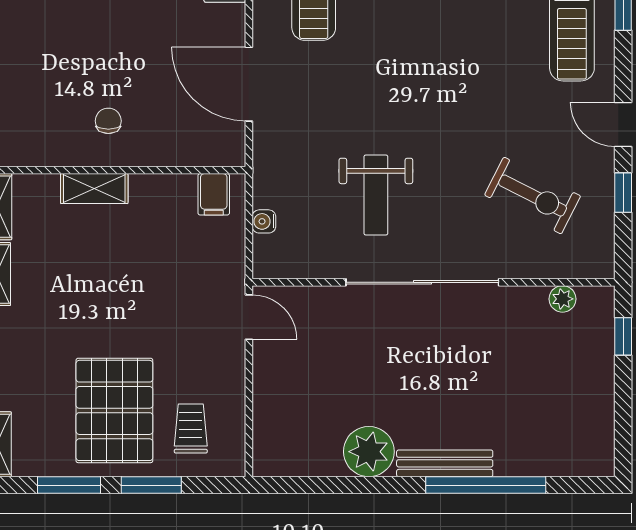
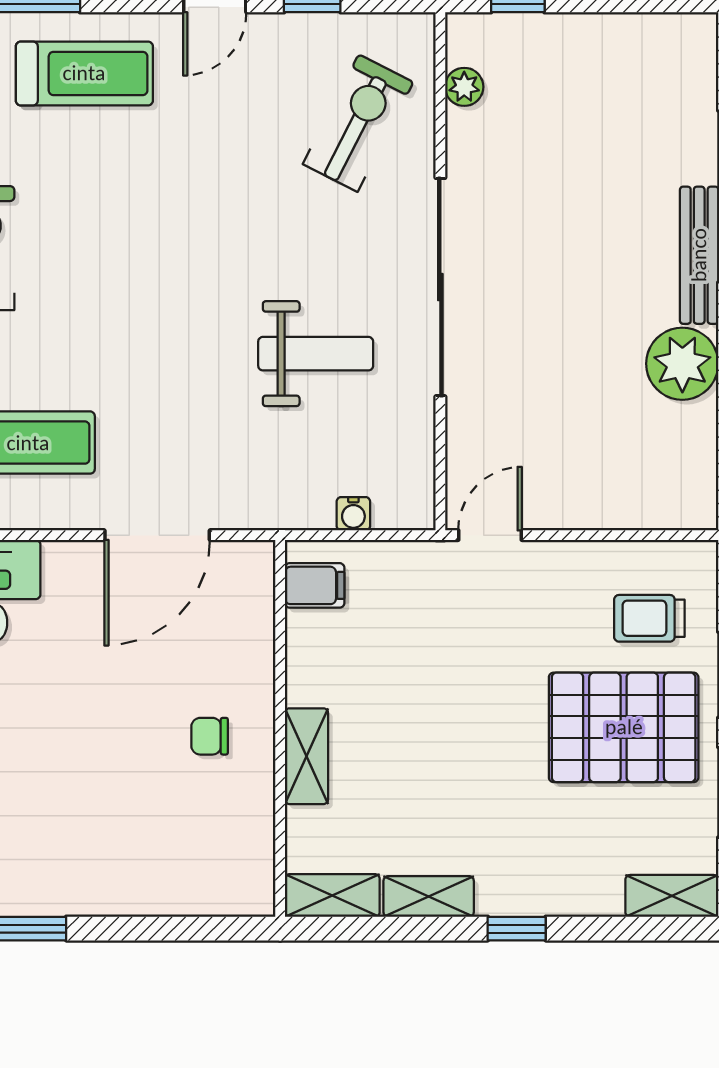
exercise bike: (533, 195) -> (358, 123), moved

